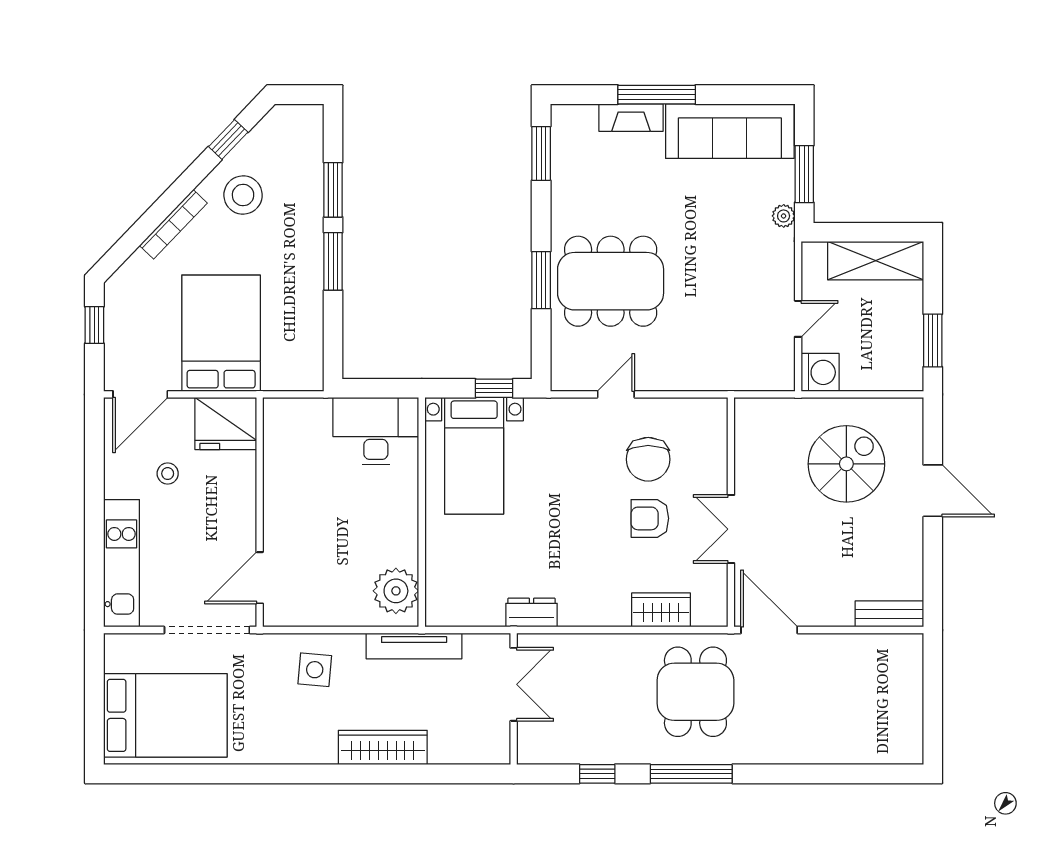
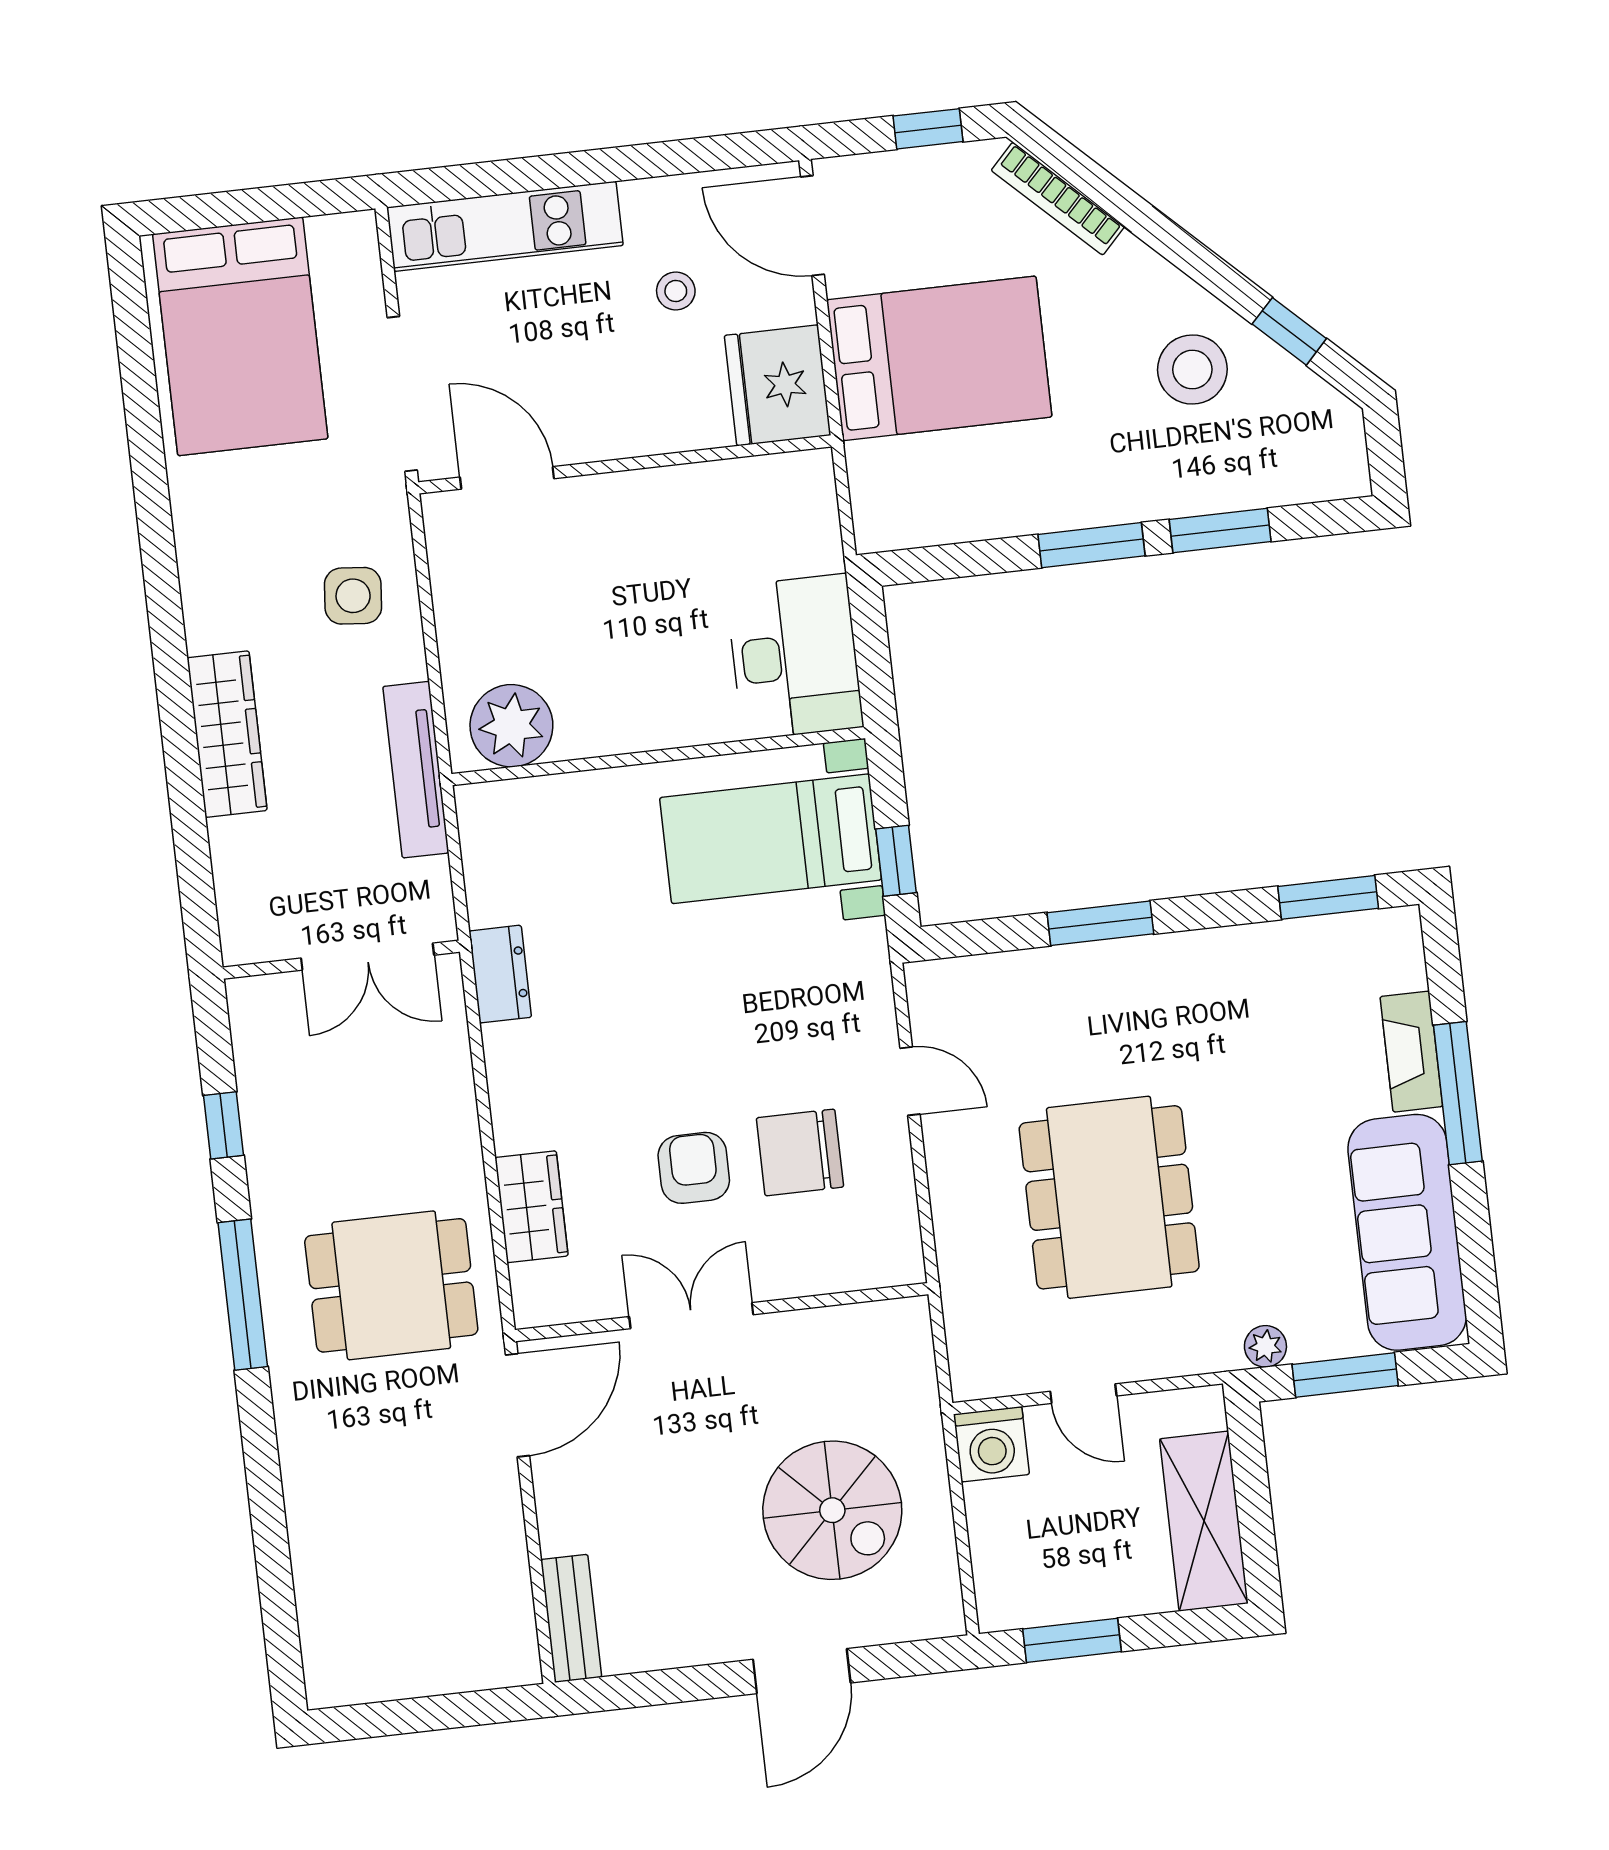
bookcase: (173, 224) -> (1058, 199), moved
dining table: (611, 281) -> (1109, 1197), moved

